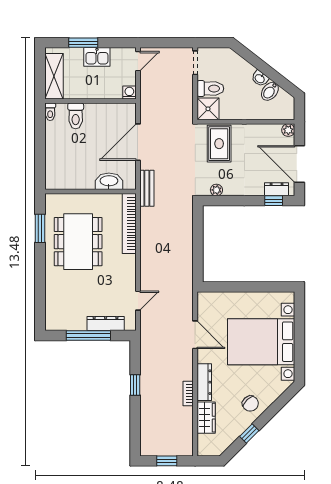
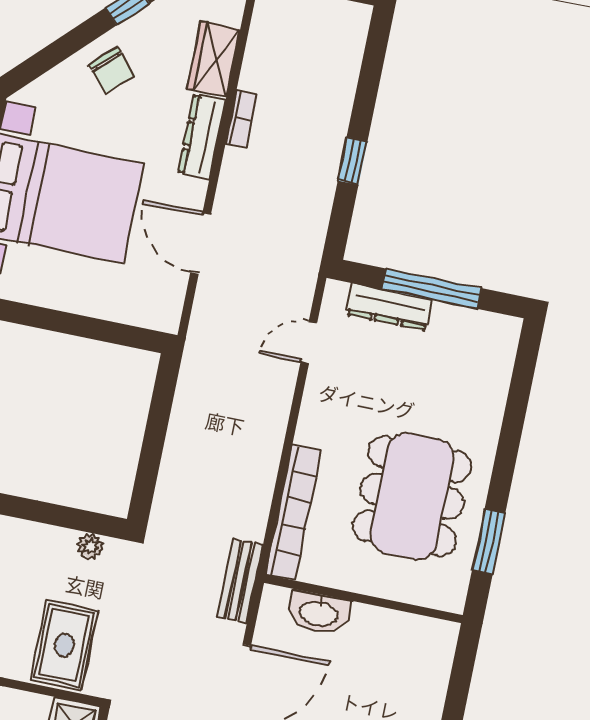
chair: (250, 404) -> (112, 70), turned 180

